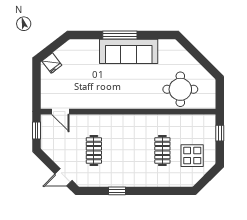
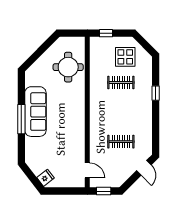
door: (60, 112) -> (87, 170), hinge flipped
window: (117, 191) -> (156, 93), moved

